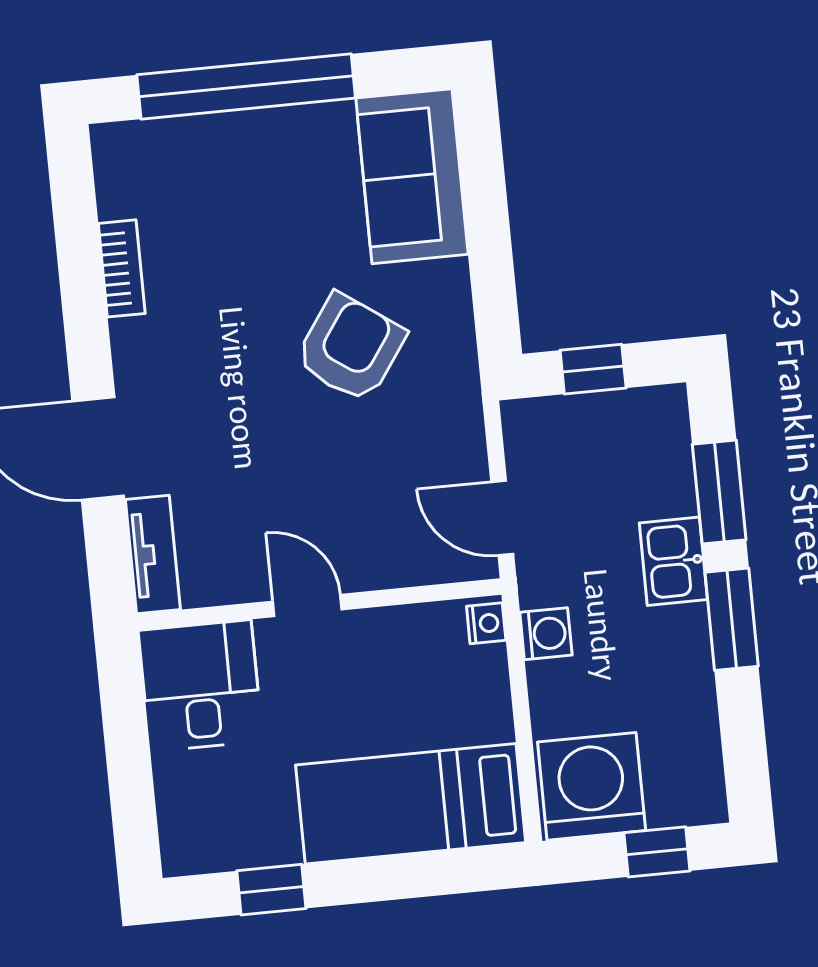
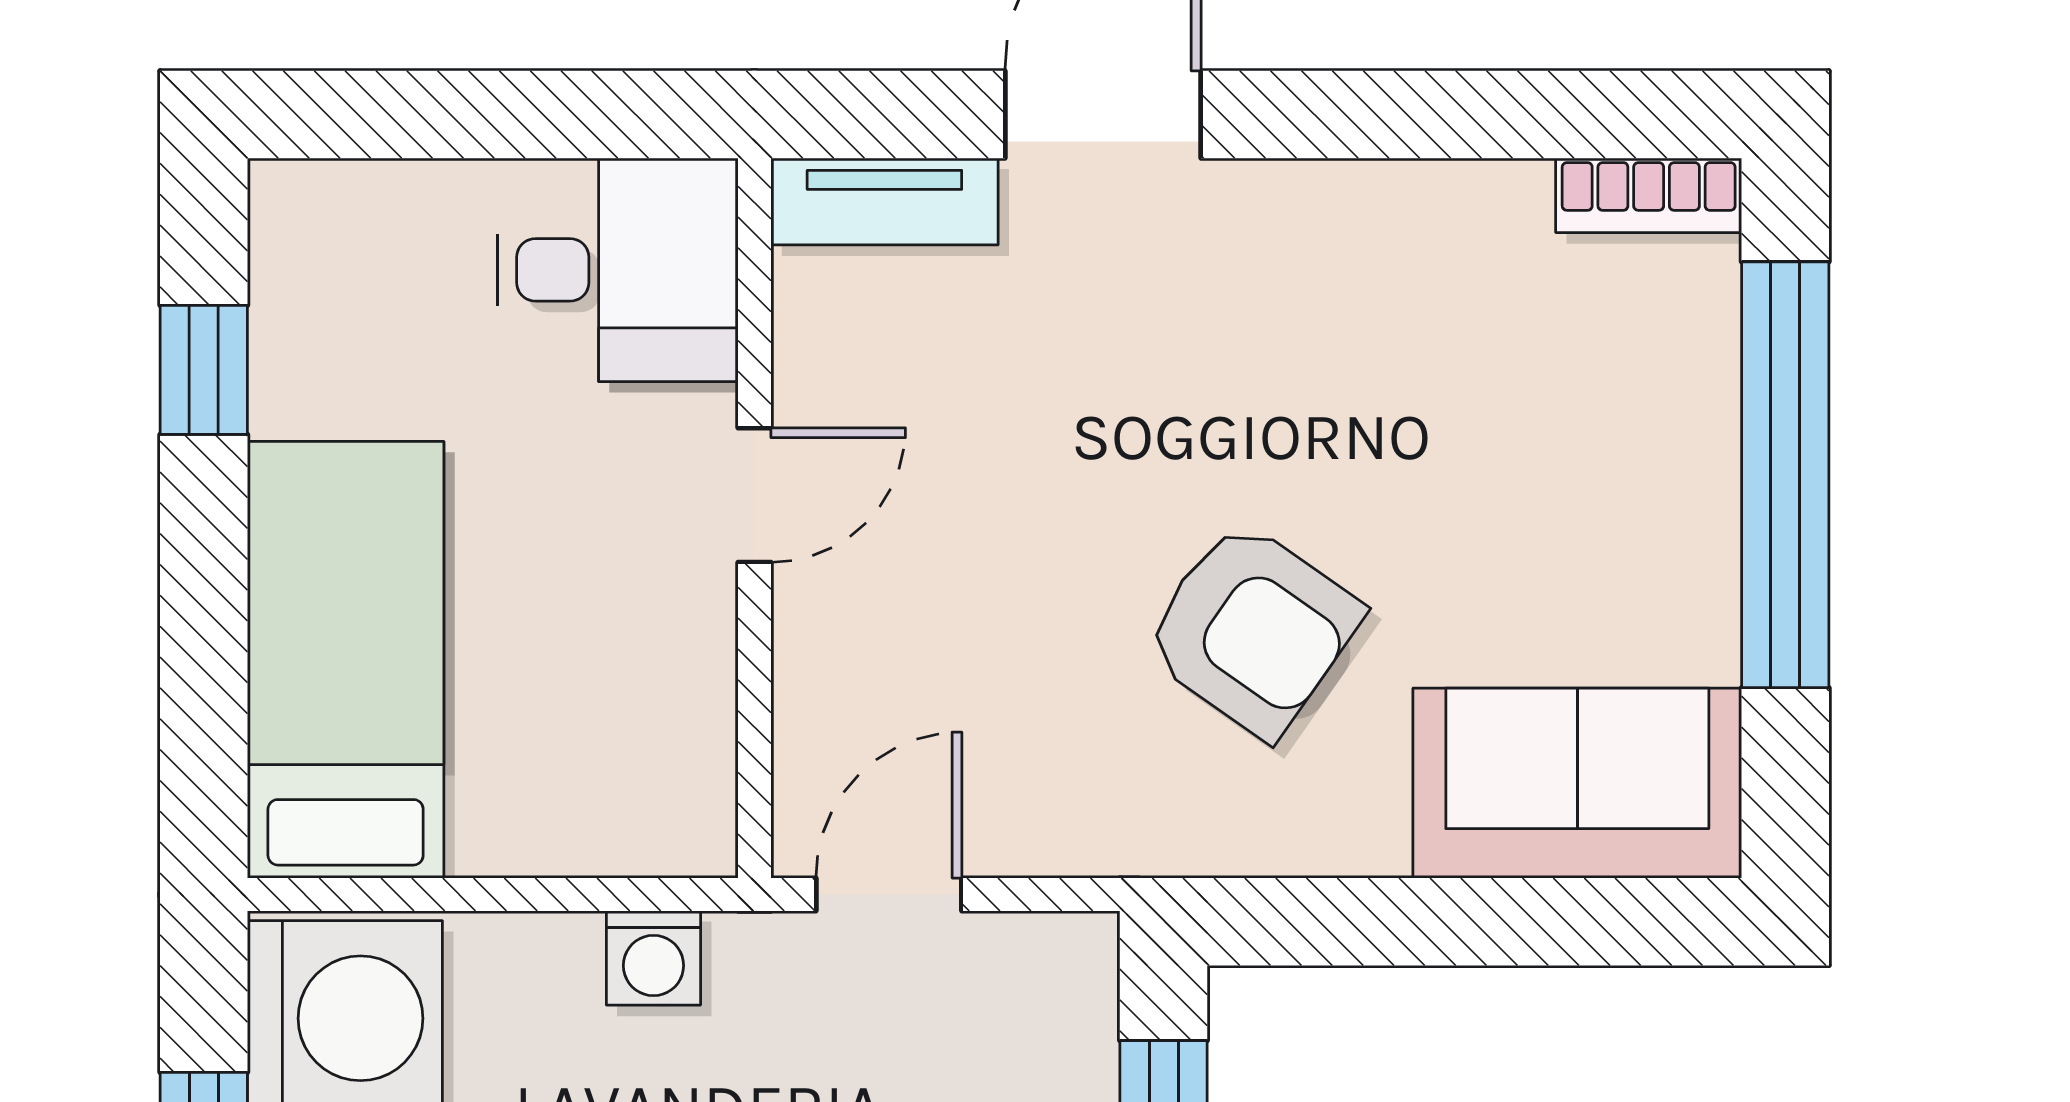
bookcase: (122, 268) -> (1649, 195), moved
nightstand: (486, 623) -> (685, 843), removed

